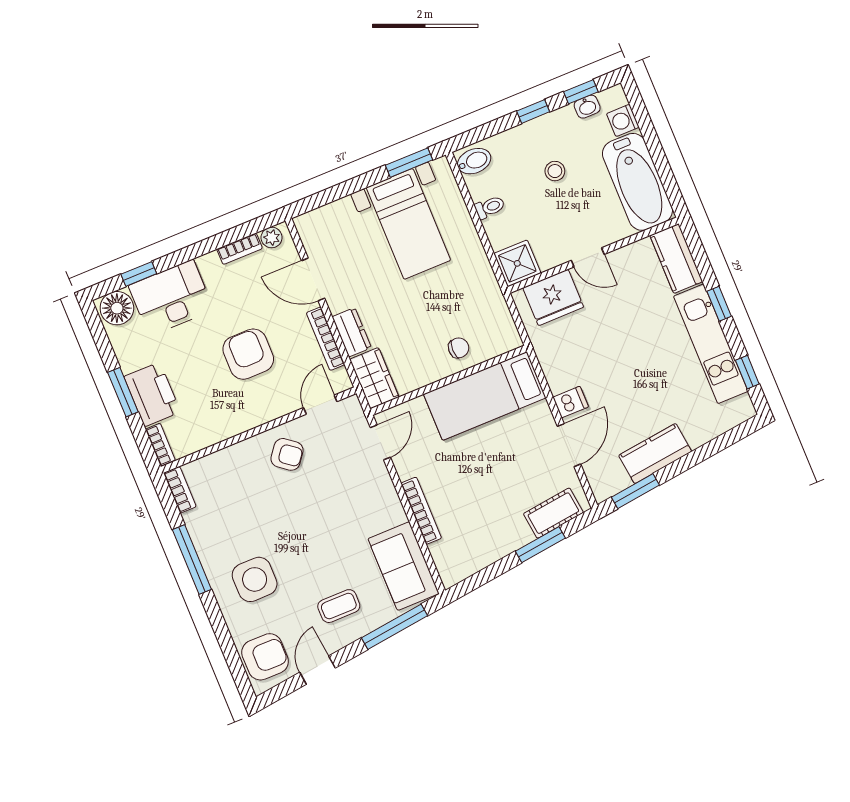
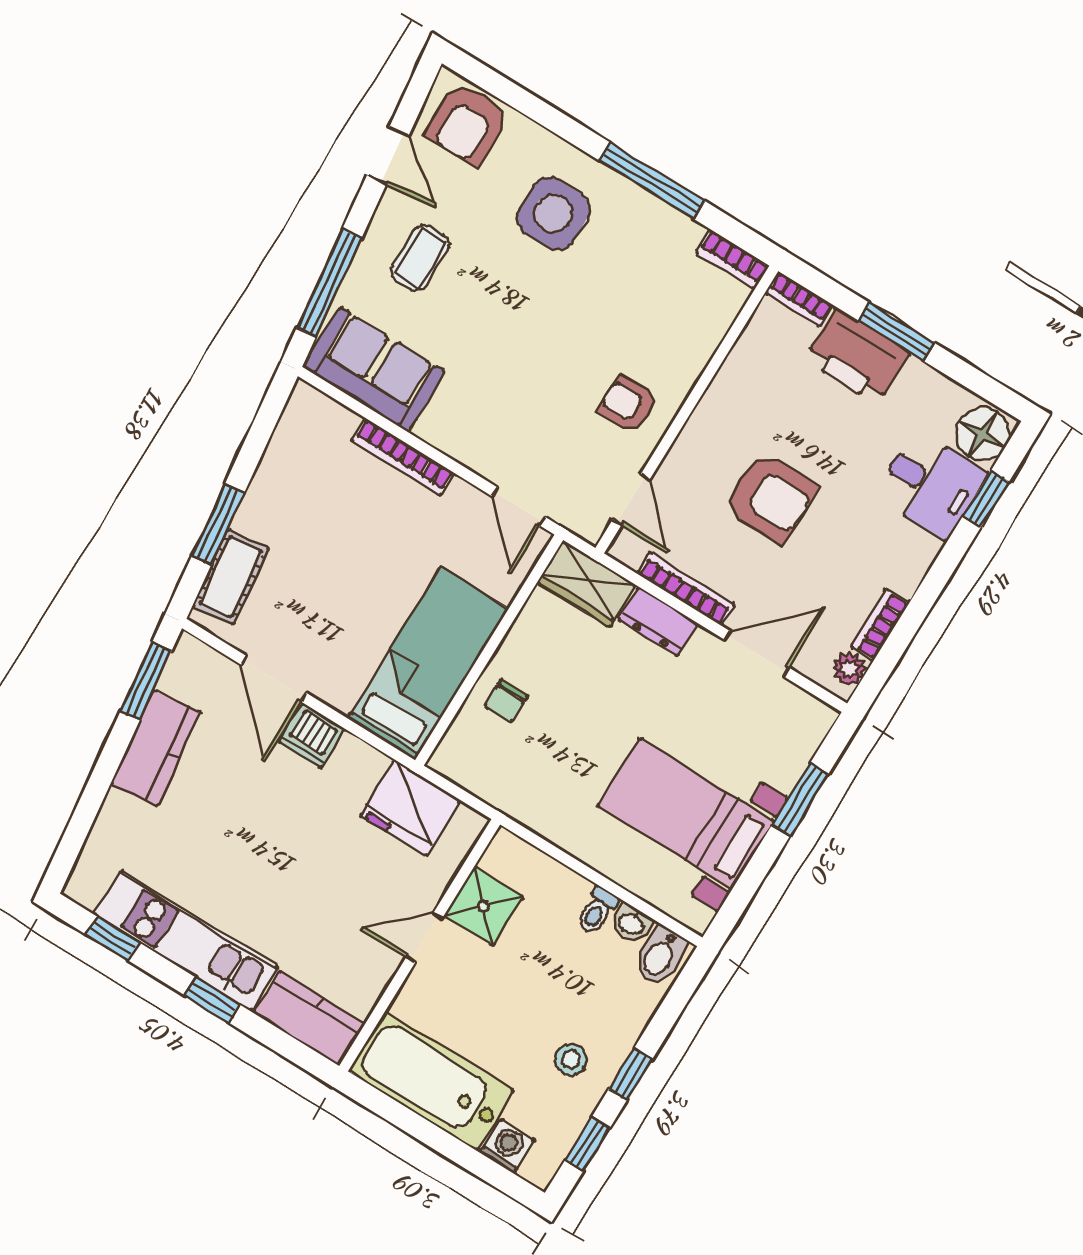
washbasin: (587, 107) -> (632, 923), moved, turned -90
window: (409, 163) -> (800, 800), moved
stool: (555, 171) -> (571, 1060), moved
shower: (517, 263) -> (484, 906), moved
fridge: (553, 297) -> (410, 808), moved, turned -90
desk: (171, 298) -> (930, 485), width x0.73
dishwasher: (571, 402) -> (312, 736), width x1.38
armchair: (287, 454) -> (628, 404), turned 52

